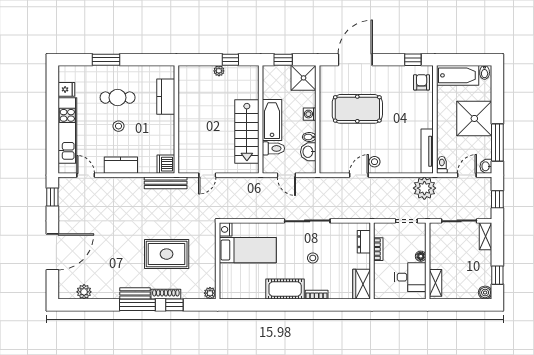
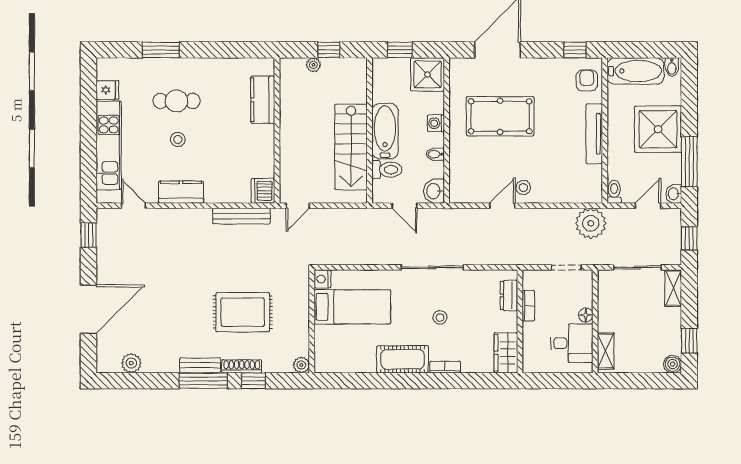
kitchen counter: (166, 97) -> (263, 100), moved
wall: (176, 119) -> (277, 131), moved
tv unit: (427, 151) -> (594, 134), moved
washbasin: (308, 152) -> (434, 191), moved
dishwasher: (166, 164) -> (263, 191), moved

